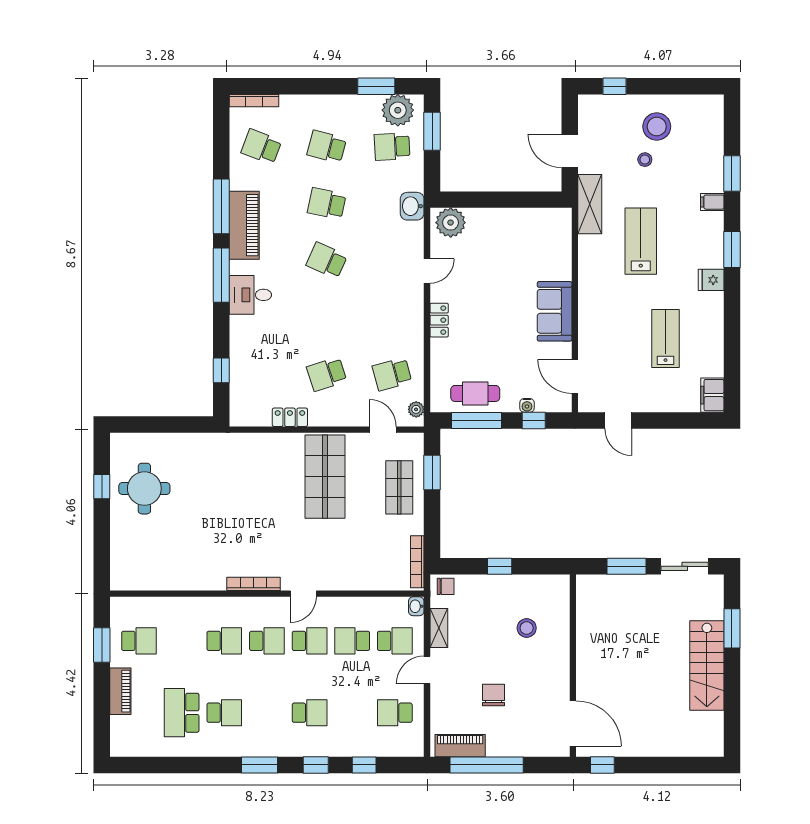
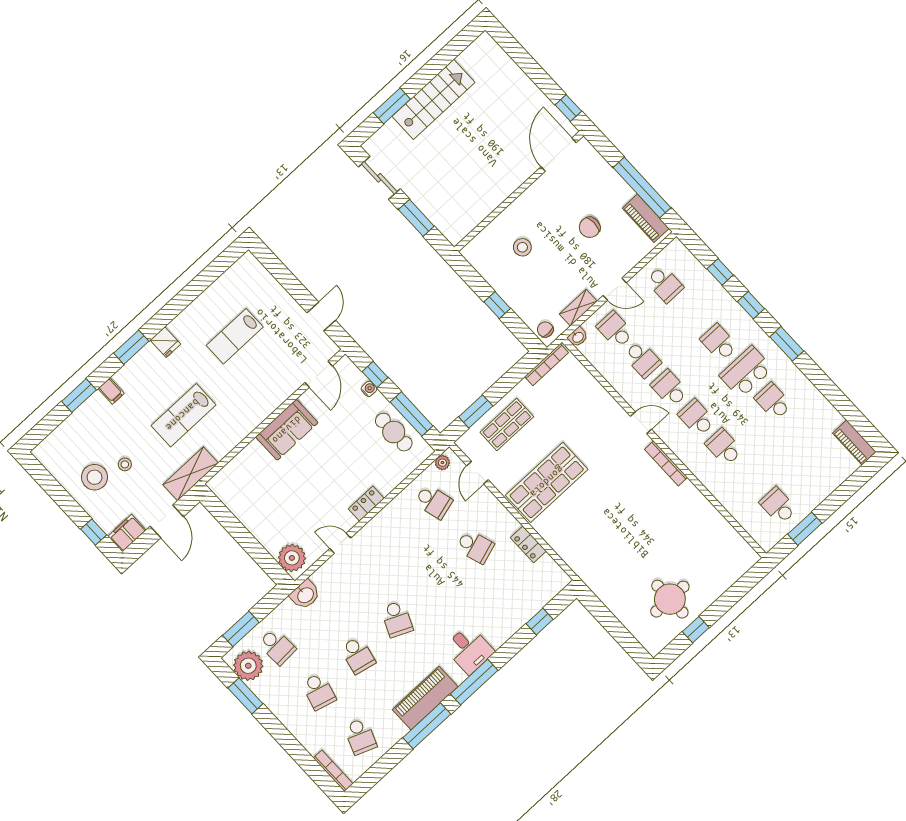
filing cabinet: (712, 395) -> (127, 533), moved, turned 180
piano: (120, 691) -> (854, 443), moved, turned -90
school desk: (182, 713) -> (746, 372), moved, turned 180

